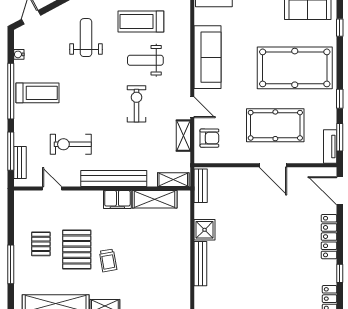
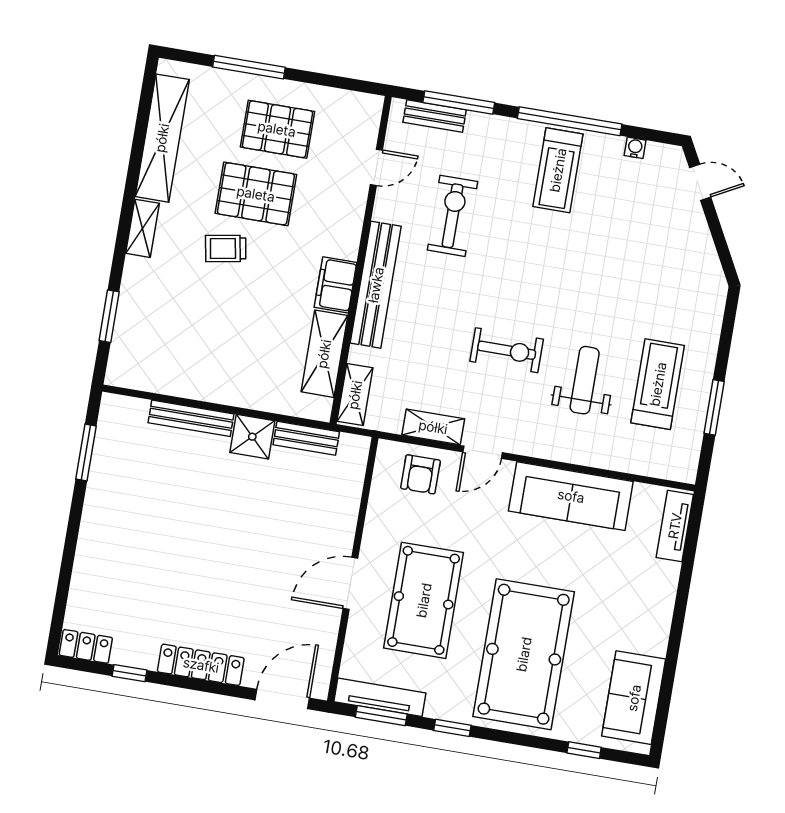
weight bench: (86, 38) -> (645, 277), removed
tv unit: (330, 146) -> (380, 697), width x1.41
bench: (201, 186) -> (306, 438), moved
pallet: (41, 244) -> (277, 129), width x1.50, depth x1.42

